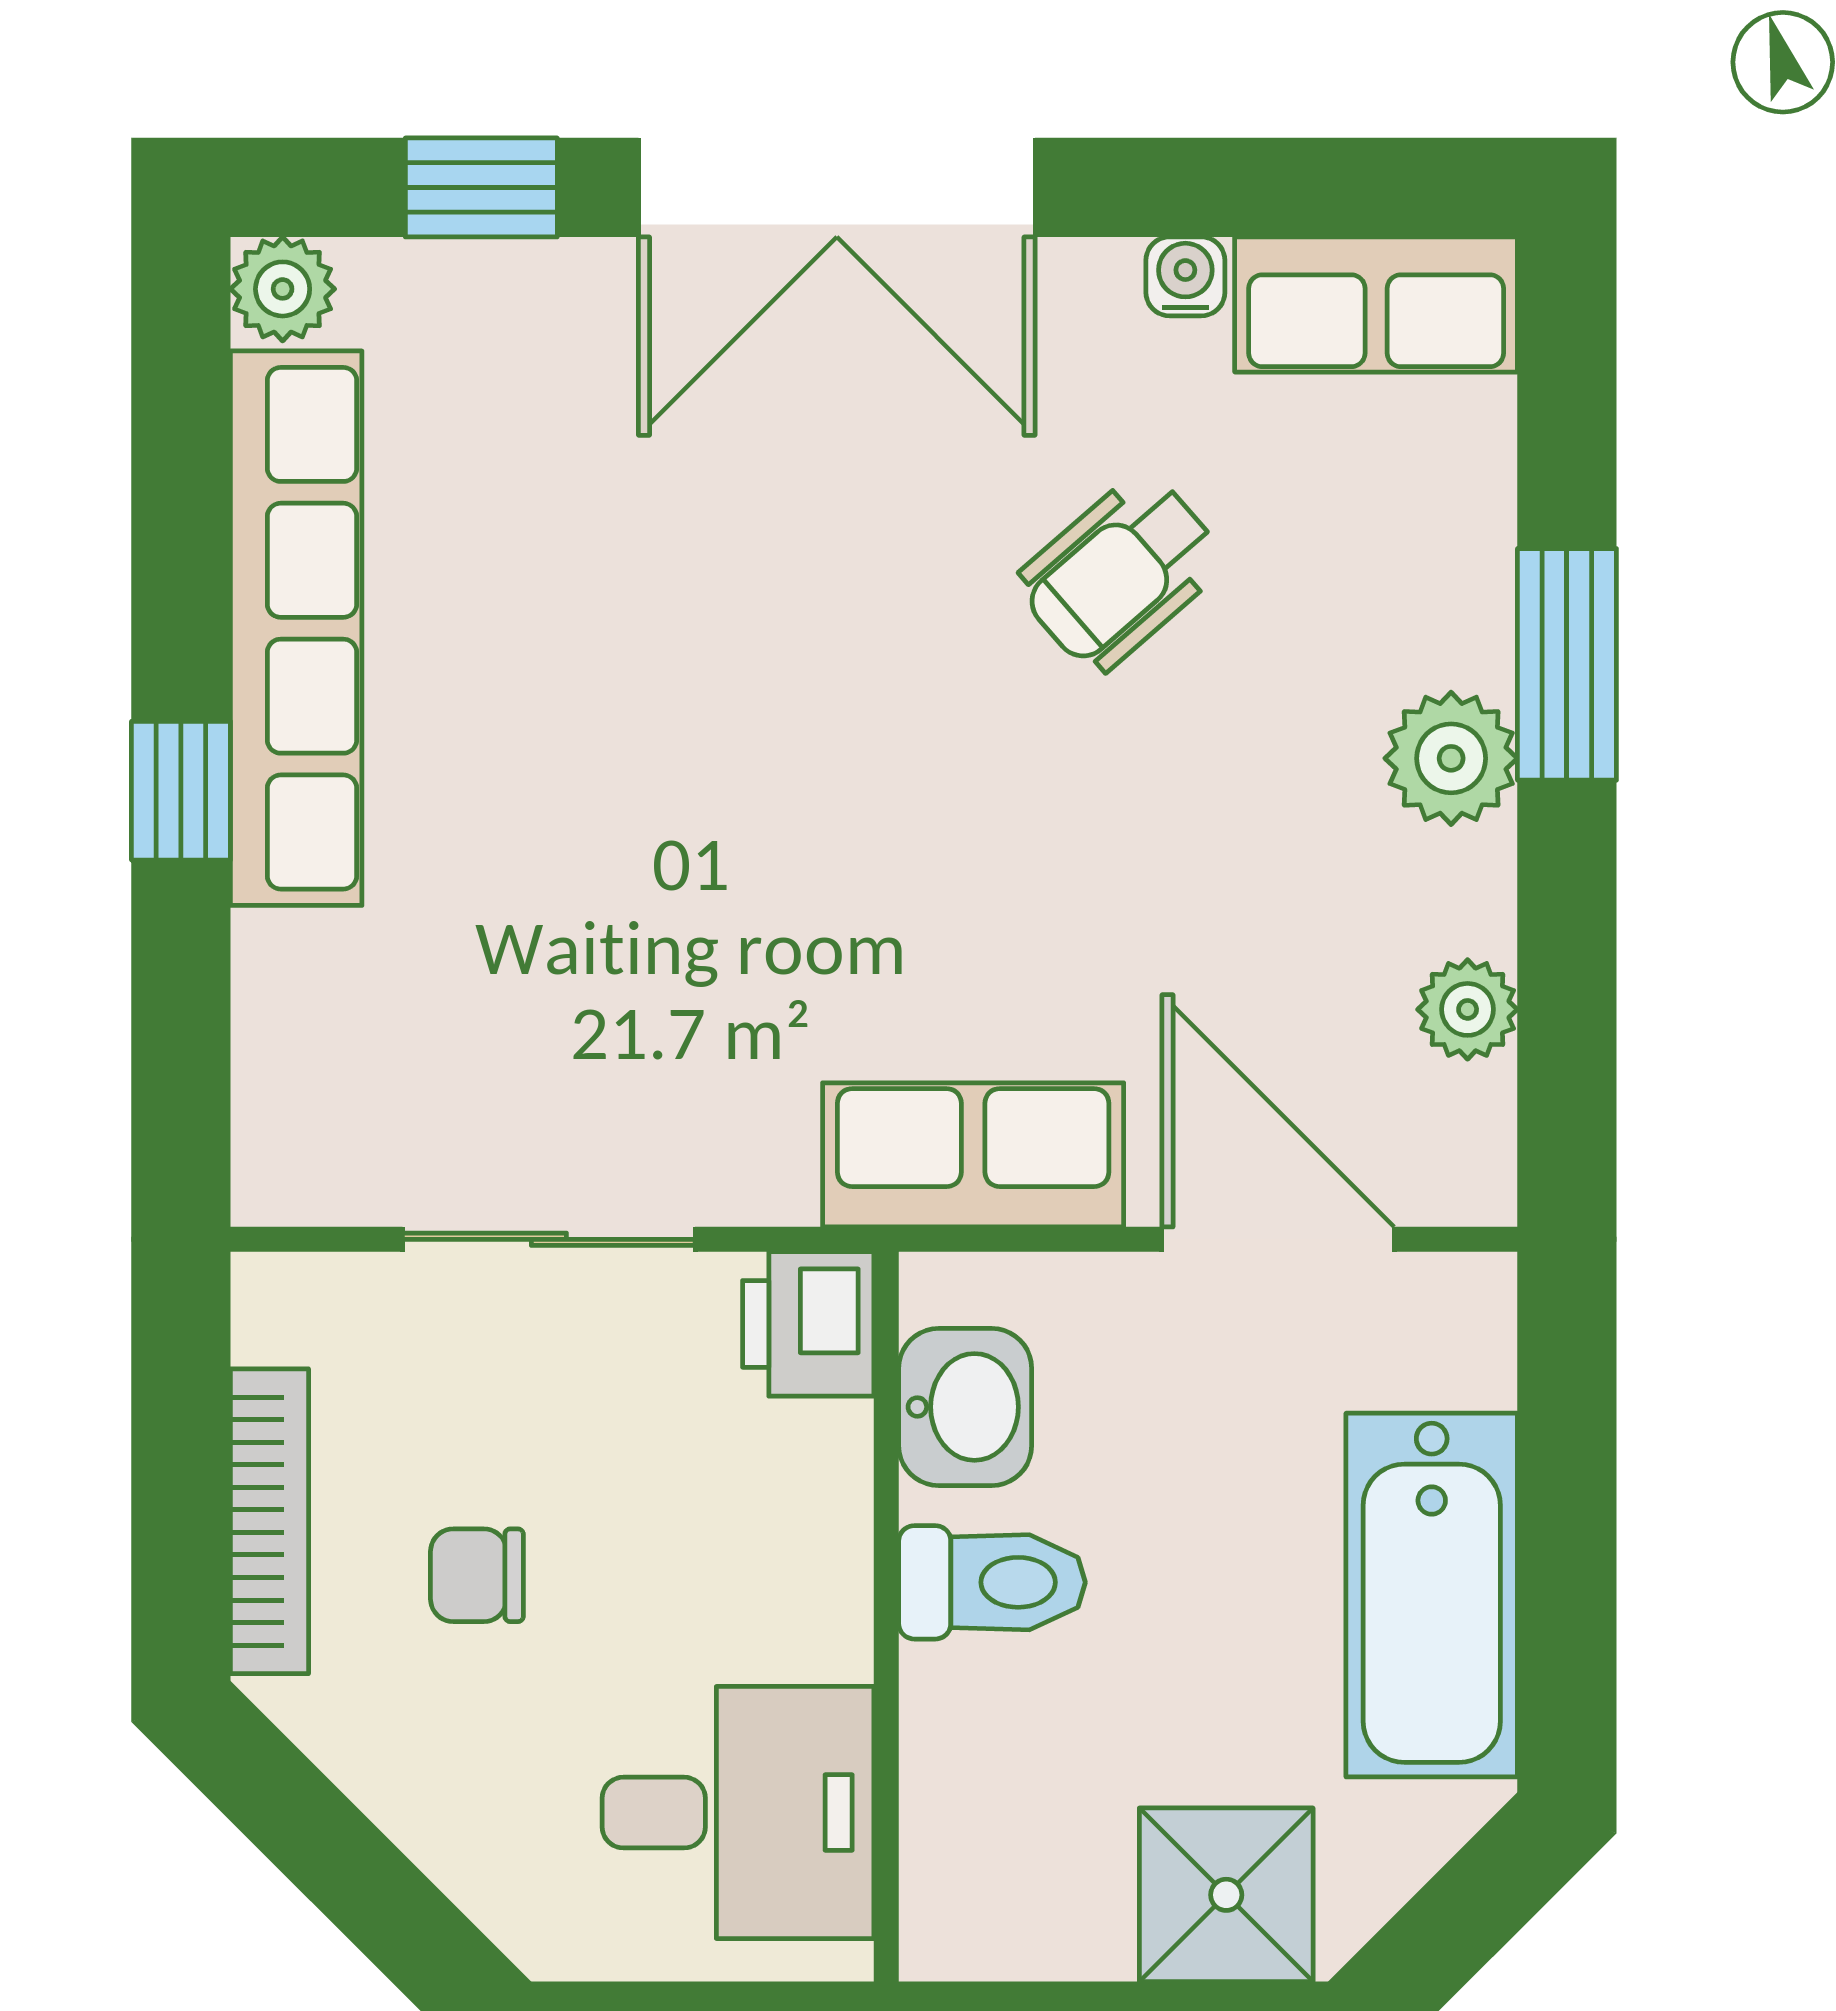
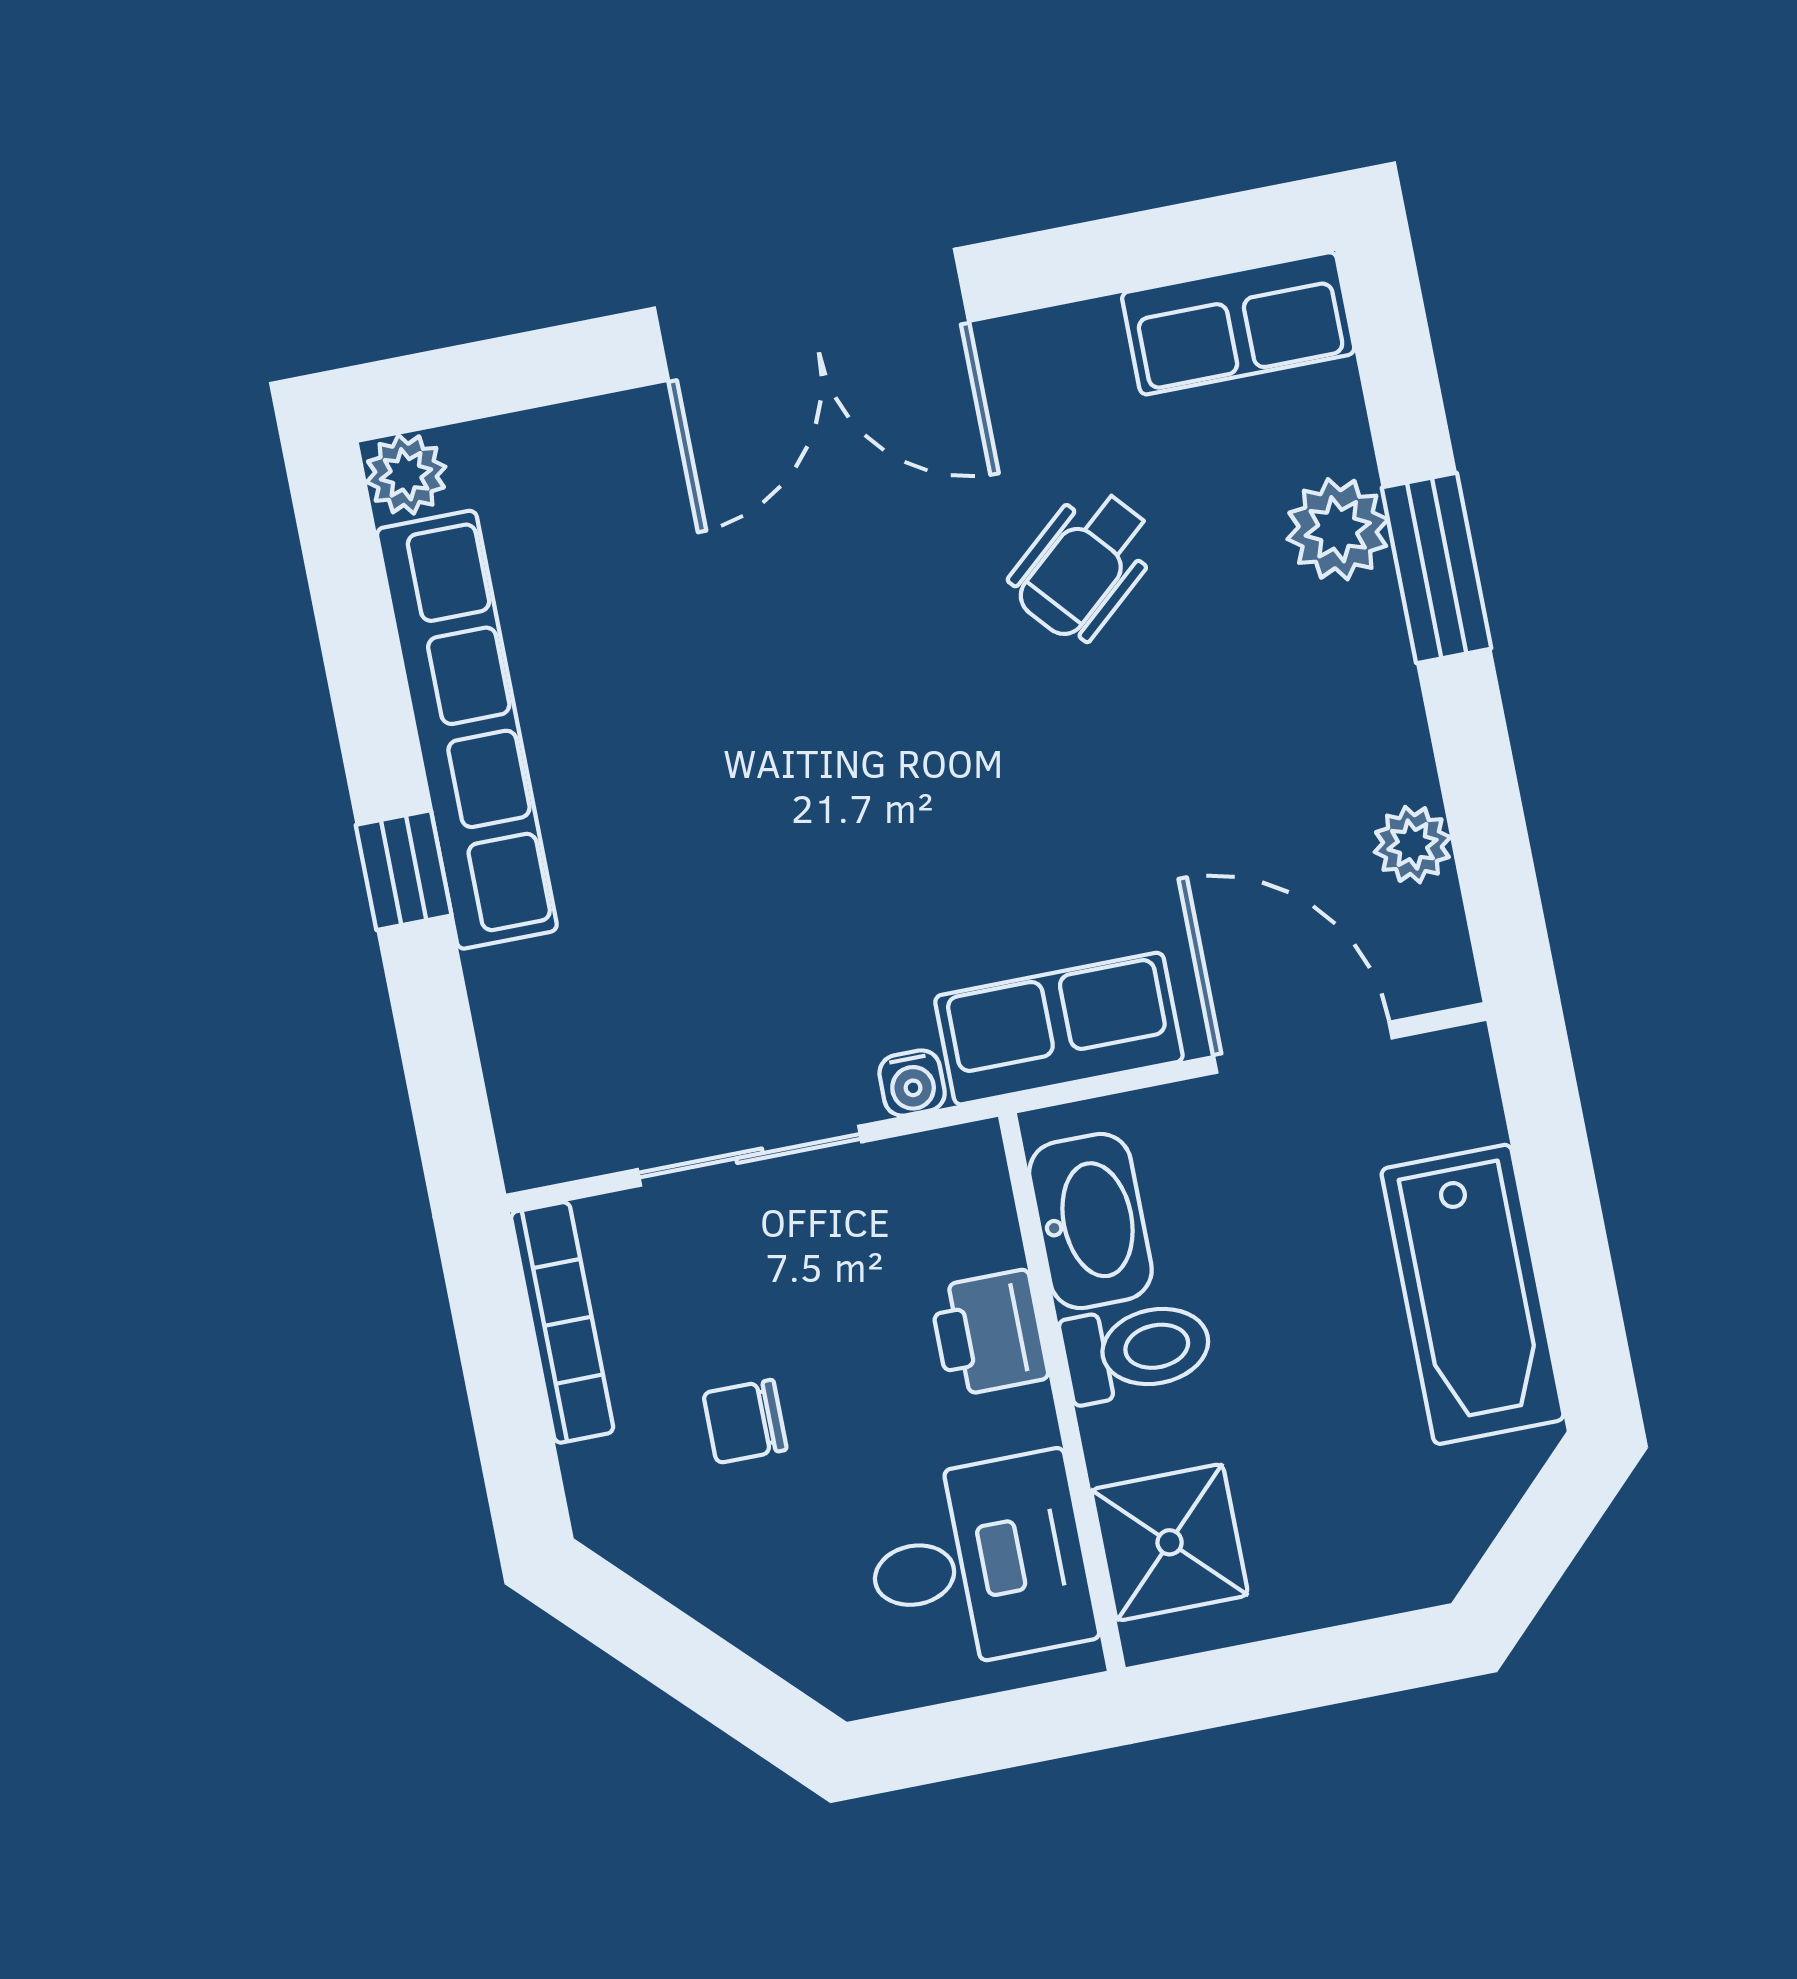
window: (481, 187) -> (542, 368), removed
water cooler: (1185, 276) -> (912, 1083), moved, turned 180
plant: (1451, 758) -> (1338, 529), moved
printer: (808, 1324) -> (989, 1333), moved
washbasin: (965, 1407) -> (1090, 1221), width x1.38
bookcase: (270, 1521) -> (562, 1322), moved
shower: (1226, 1895) -> (1170, 1542), moved

